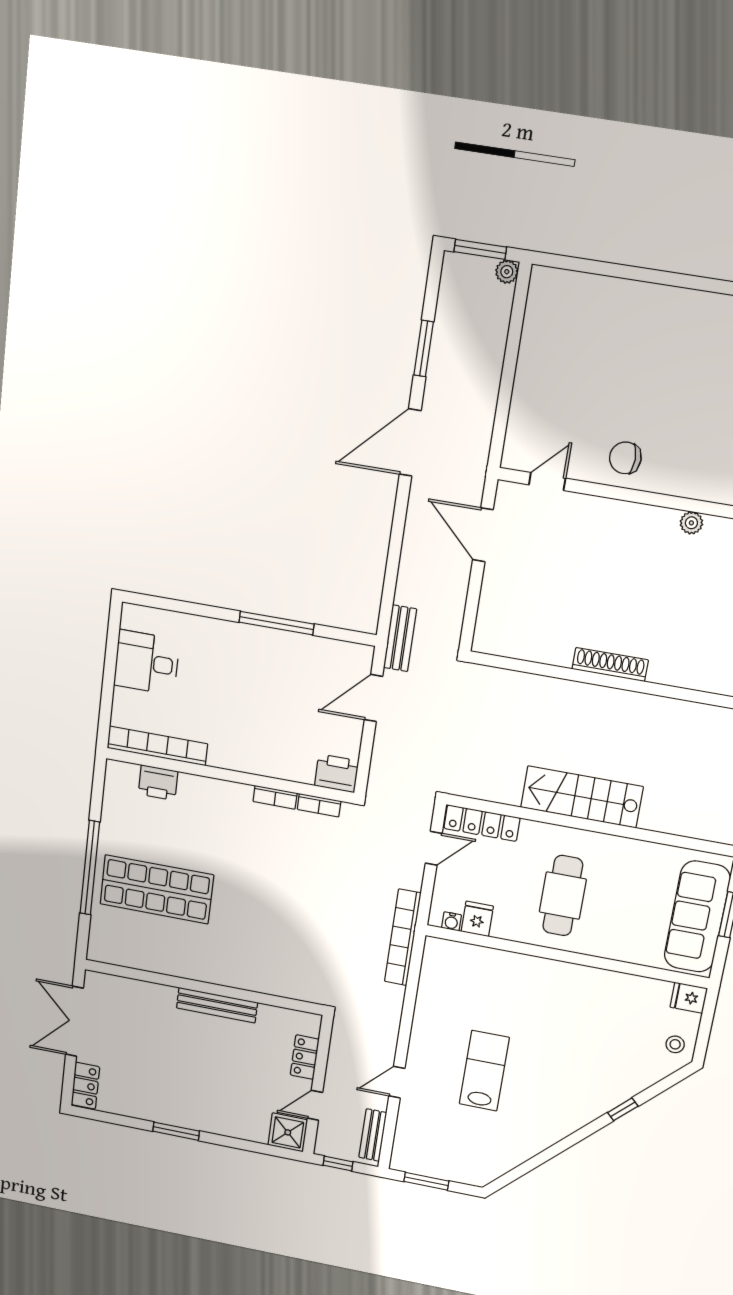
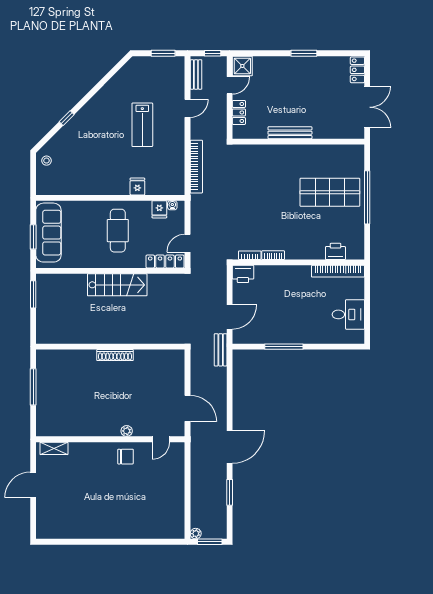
plant: (691, 523) -> (127, 431), moved
bookcase: (403, 937) -> (196, 167), moved
fridge: (689, 998) -> (137, 186), moved, turned -90

